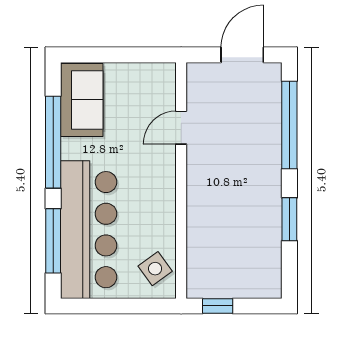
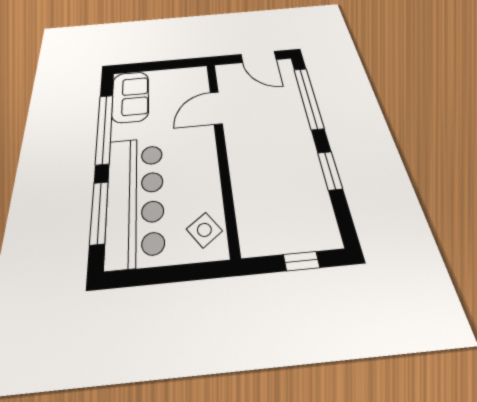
door: (242, 55) -> (259, 57), swing flipped
door: (181, 128) -> (216, 108), width x1.38
window: (218, 306) -> (301, 261), moved

